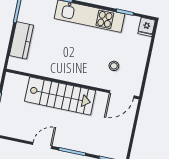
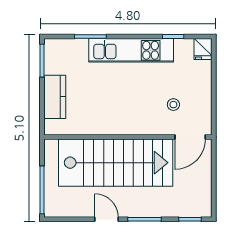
stairs: (60, 96) -> (116, 163), width x1.36, depth x1.51
door: (42, 145) -> (107, 219), hinge flipped

